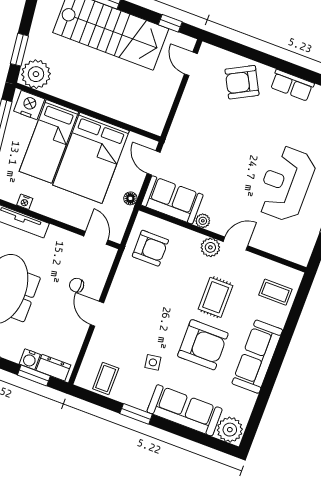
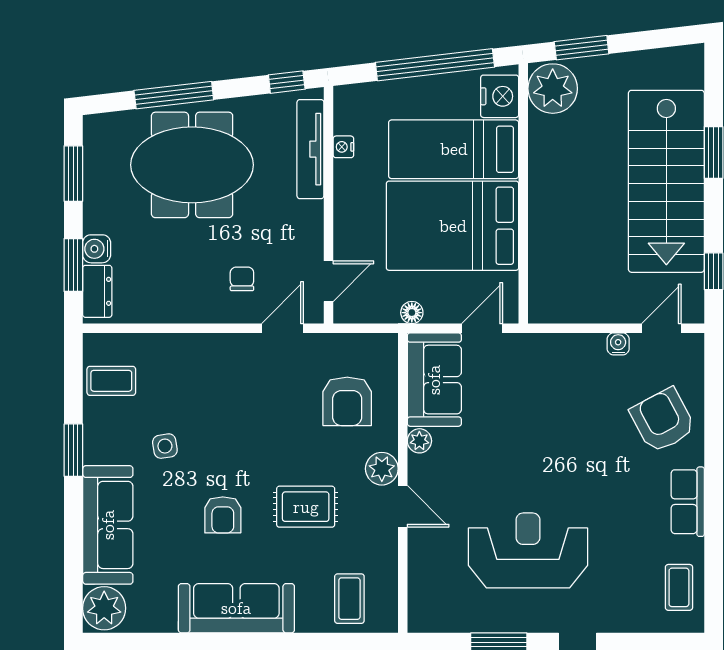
water cooler: (191, 91) -> (618, 344), added
armchair: (150, 248) -> (347, 401), moved
door: (97, 314) -> (282, 328), moved
armchair: (203, 345) -> (223, 515), width x0.53, depth x0.53

